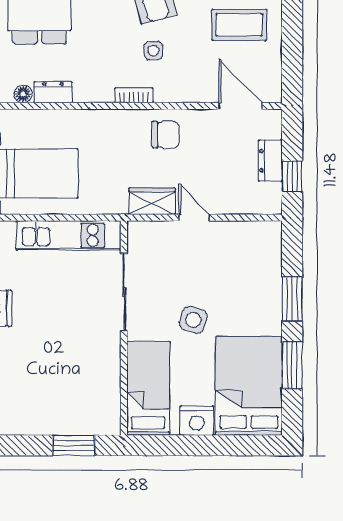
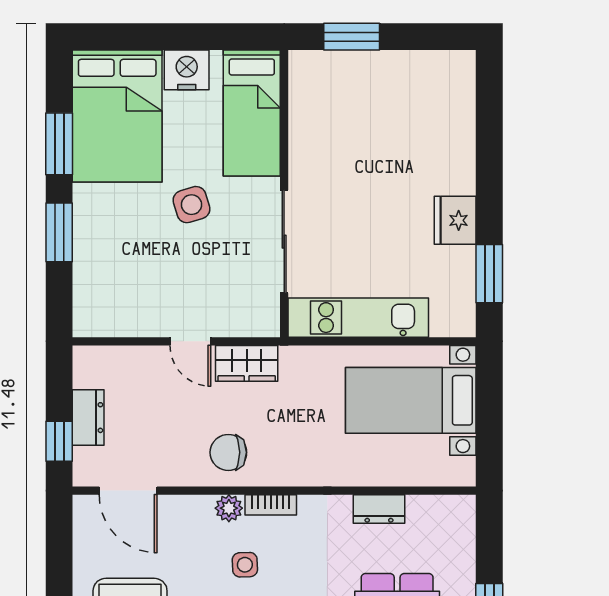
plant: (165, 93) -> (229, 508), added
floor lamp: (23, 94) -> (419, 506), removed
window: (292, 176) -> (59, 441), moved
side table: (193, 320) -> (191, 205), turned -36

